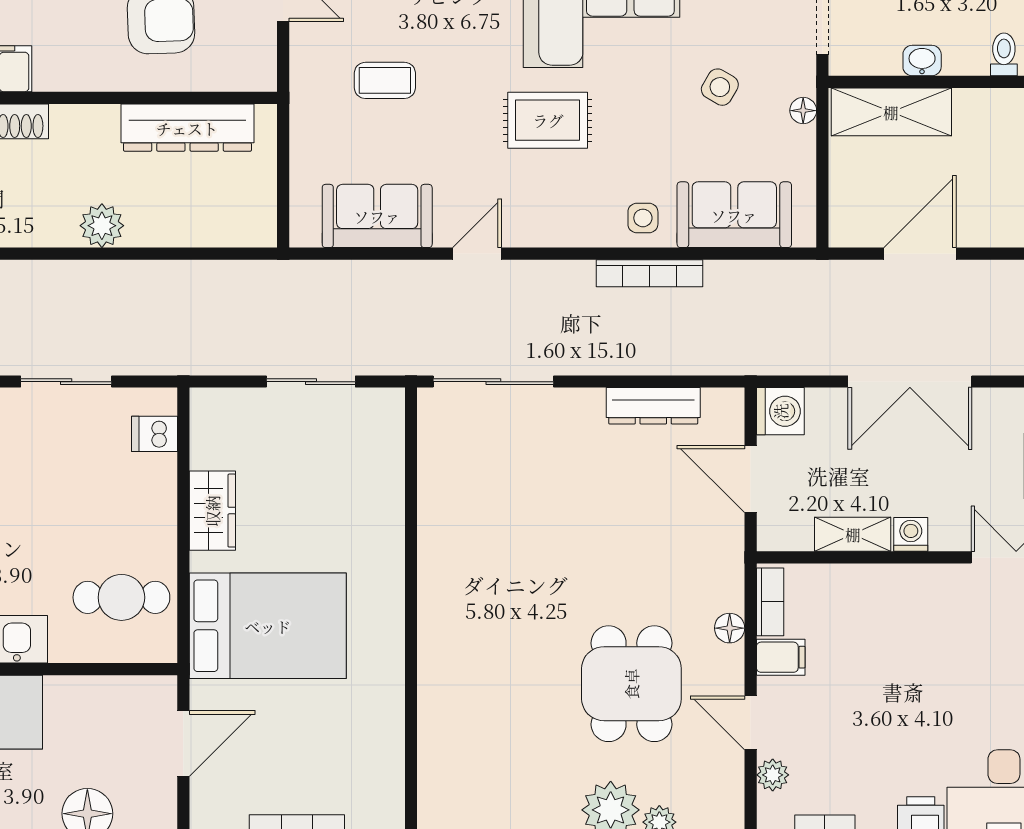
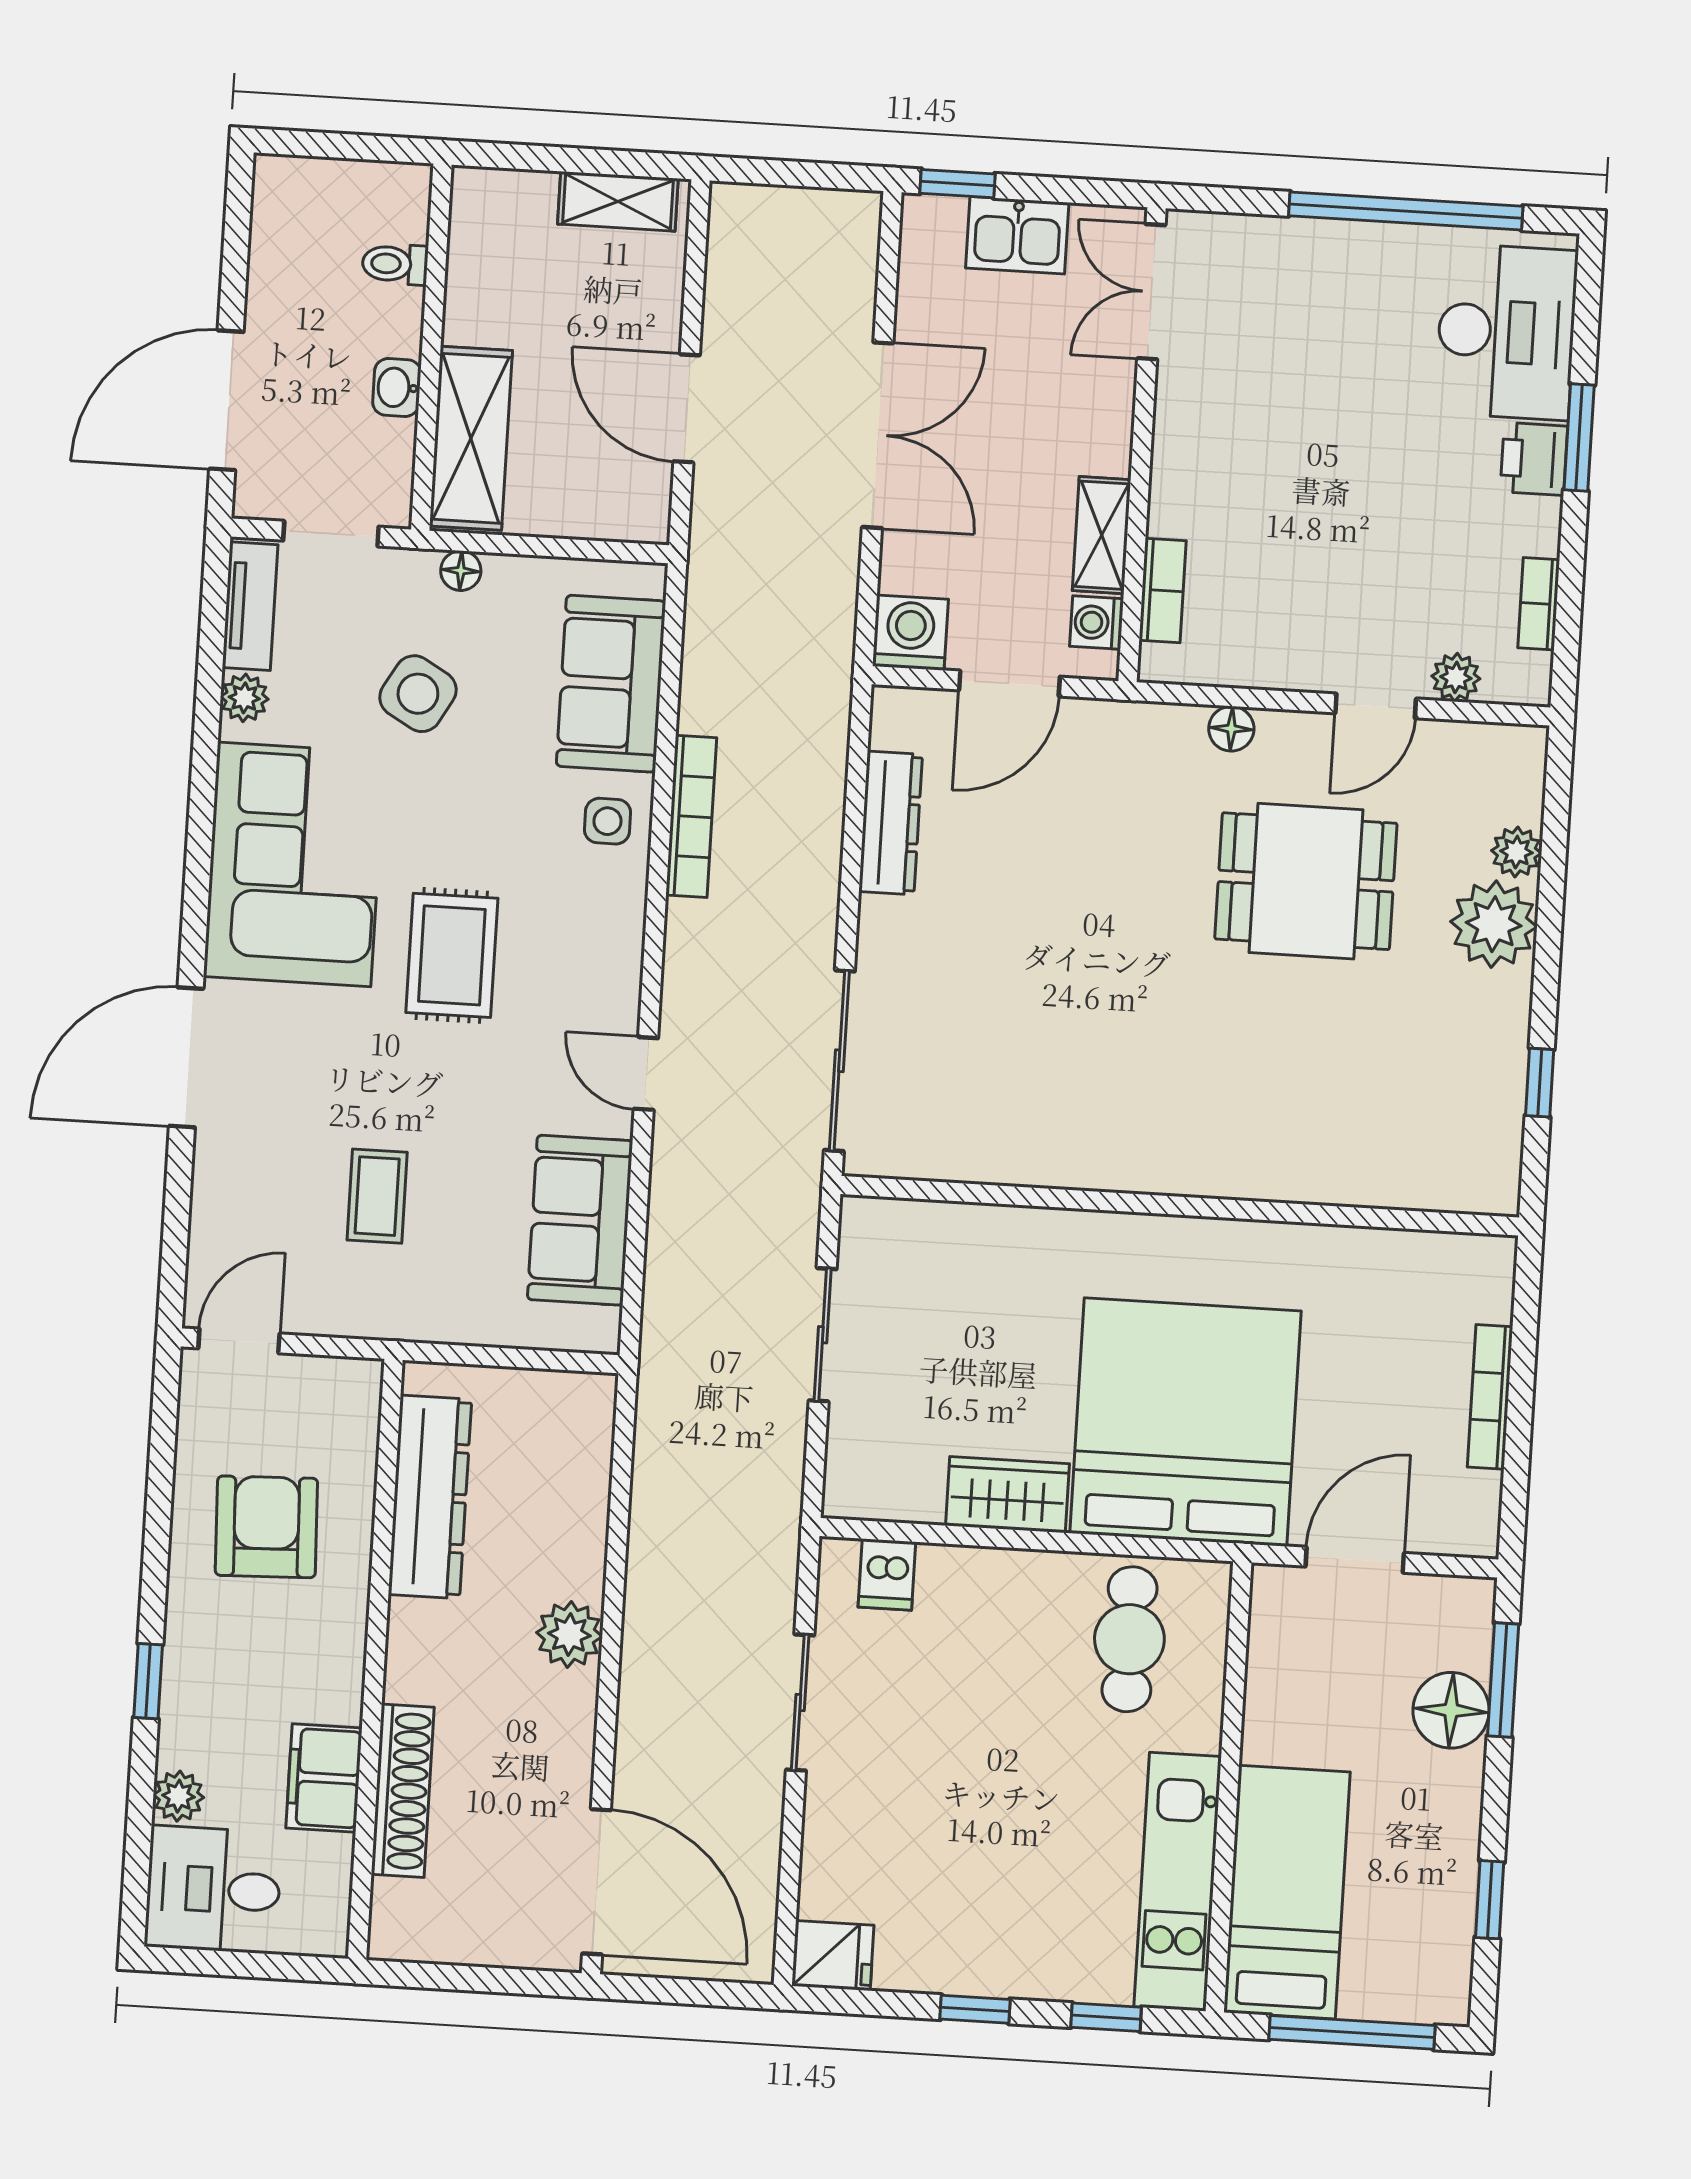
side table: (720, 87) -> (418, 694), width x1.37, depth x1.37
washing machine: (911, 534) -> (1097, 622), moved
bookcase: (770, 602) -> (1163, 590), moved, turned 90
bed: (268, 626) -> (1185, 1422), width x1.36
filing cabinet: (781, 657) -> (1280, 655), removed
door: (183, 744) -> (1355, 1560), hinge flipped

